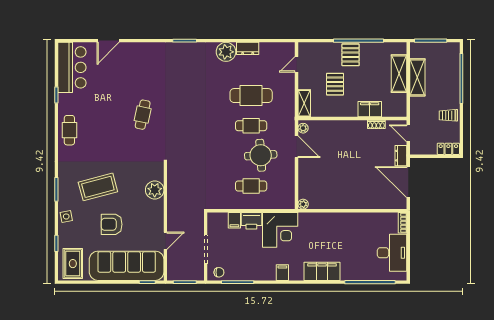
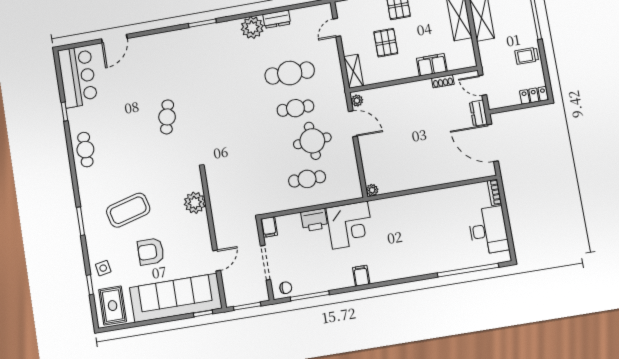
side table: (66, 216) -> (103, 268), moved
filing cabinet: (234, 220) -> (269, 227), moved
filing cabinet: (322, 271) -> (408, 267), removed

